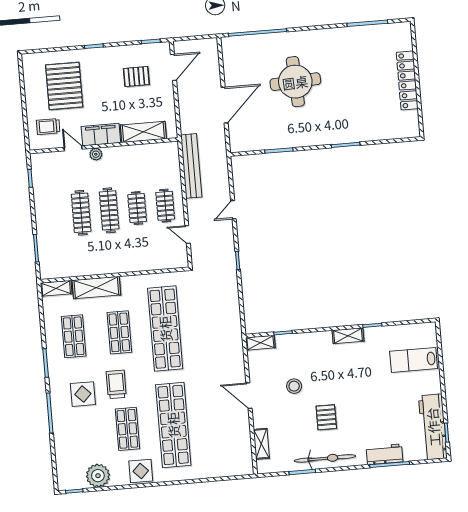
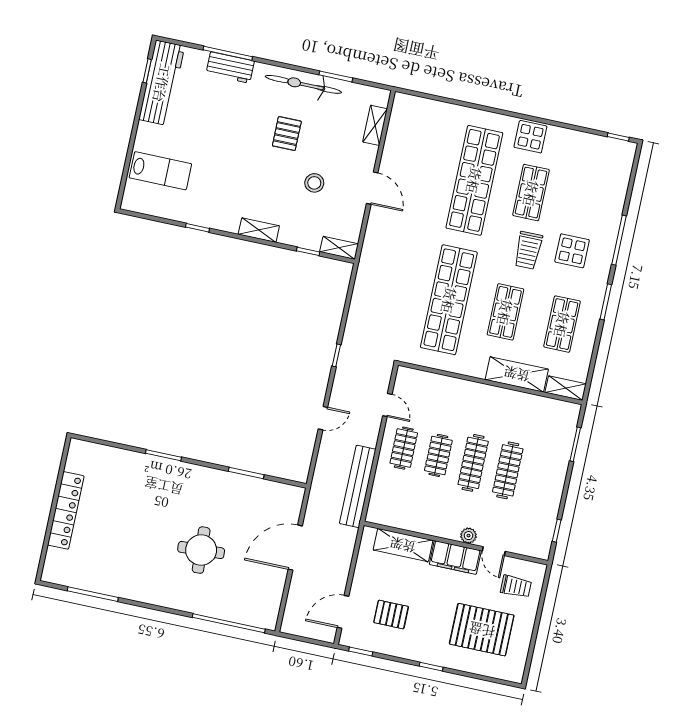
round table: (295, 82) -> (201, 550), width x0.73, depth x0.73
pallet: (64, 86) -> (482, 630), turned 90
shelving: (348, 336) -> (259, 230), moved
plant: (98, 476) -> (584, 147), removed

